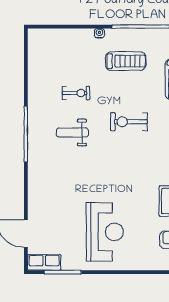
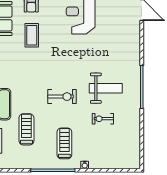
treadmill: (126, 61) -> (64, 143), turned 90
weight bench: (72, 133) -> (106, 88), width x1.36, depth x1.33

